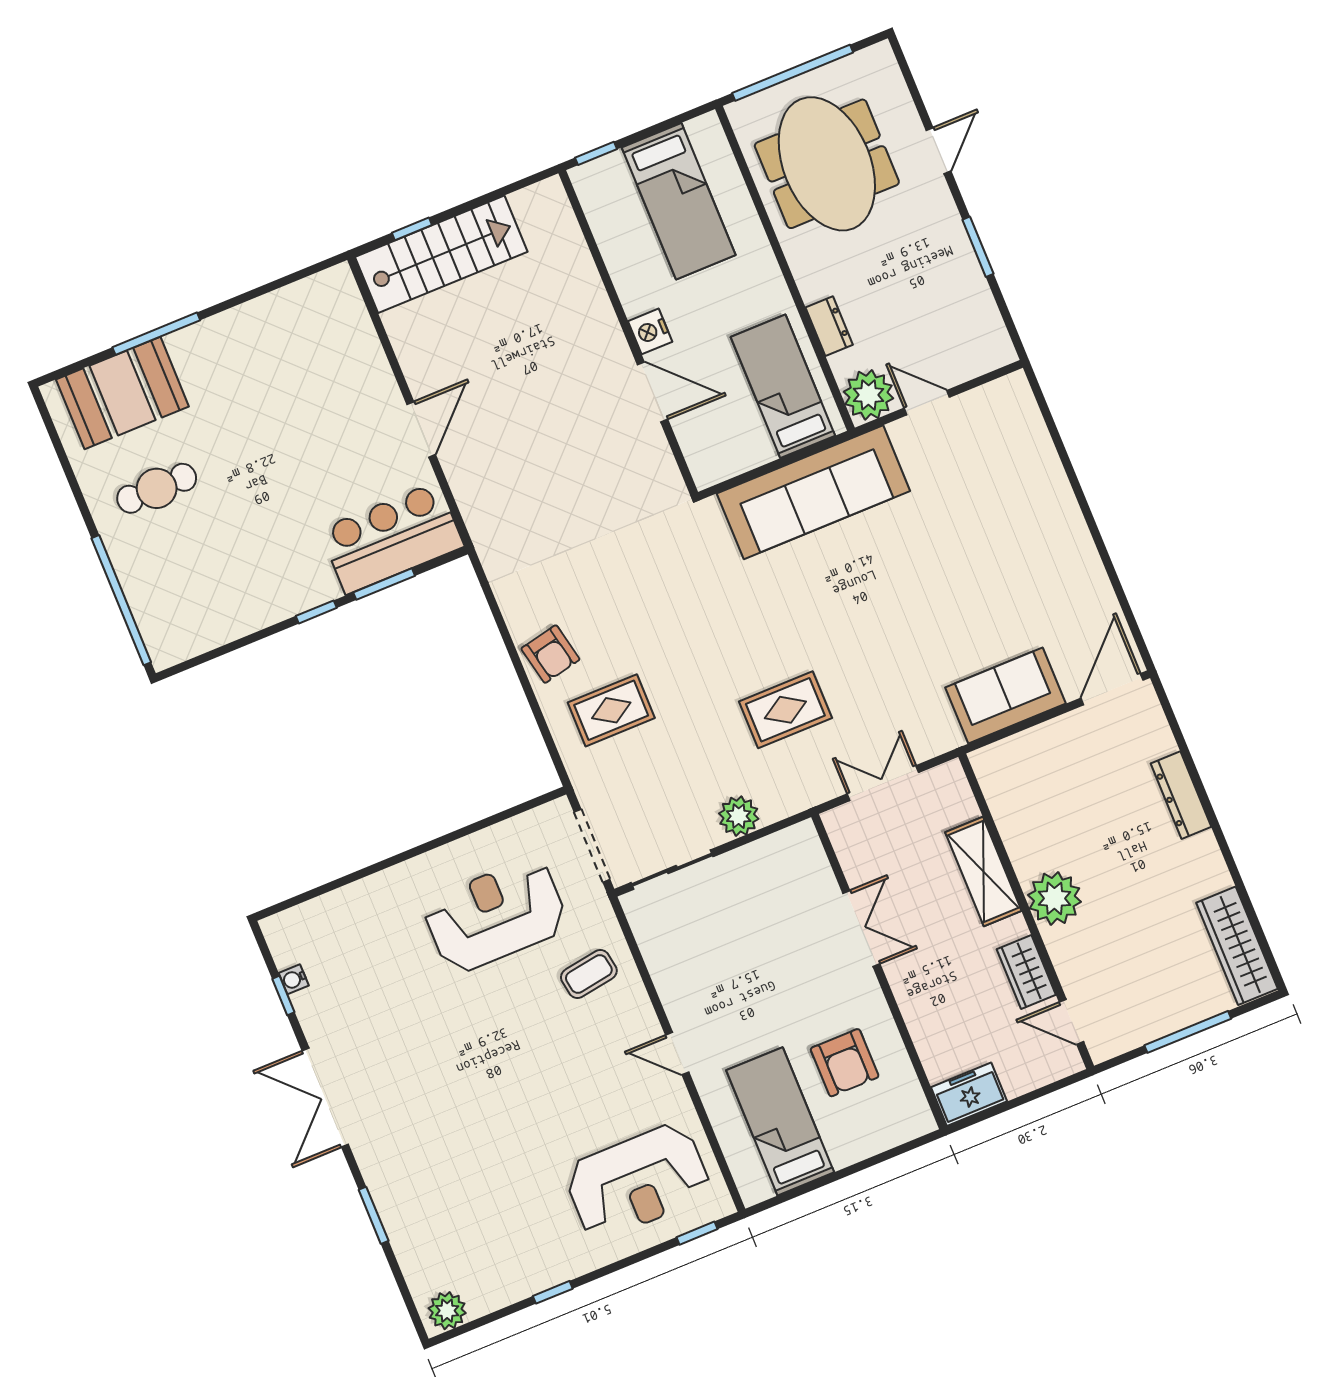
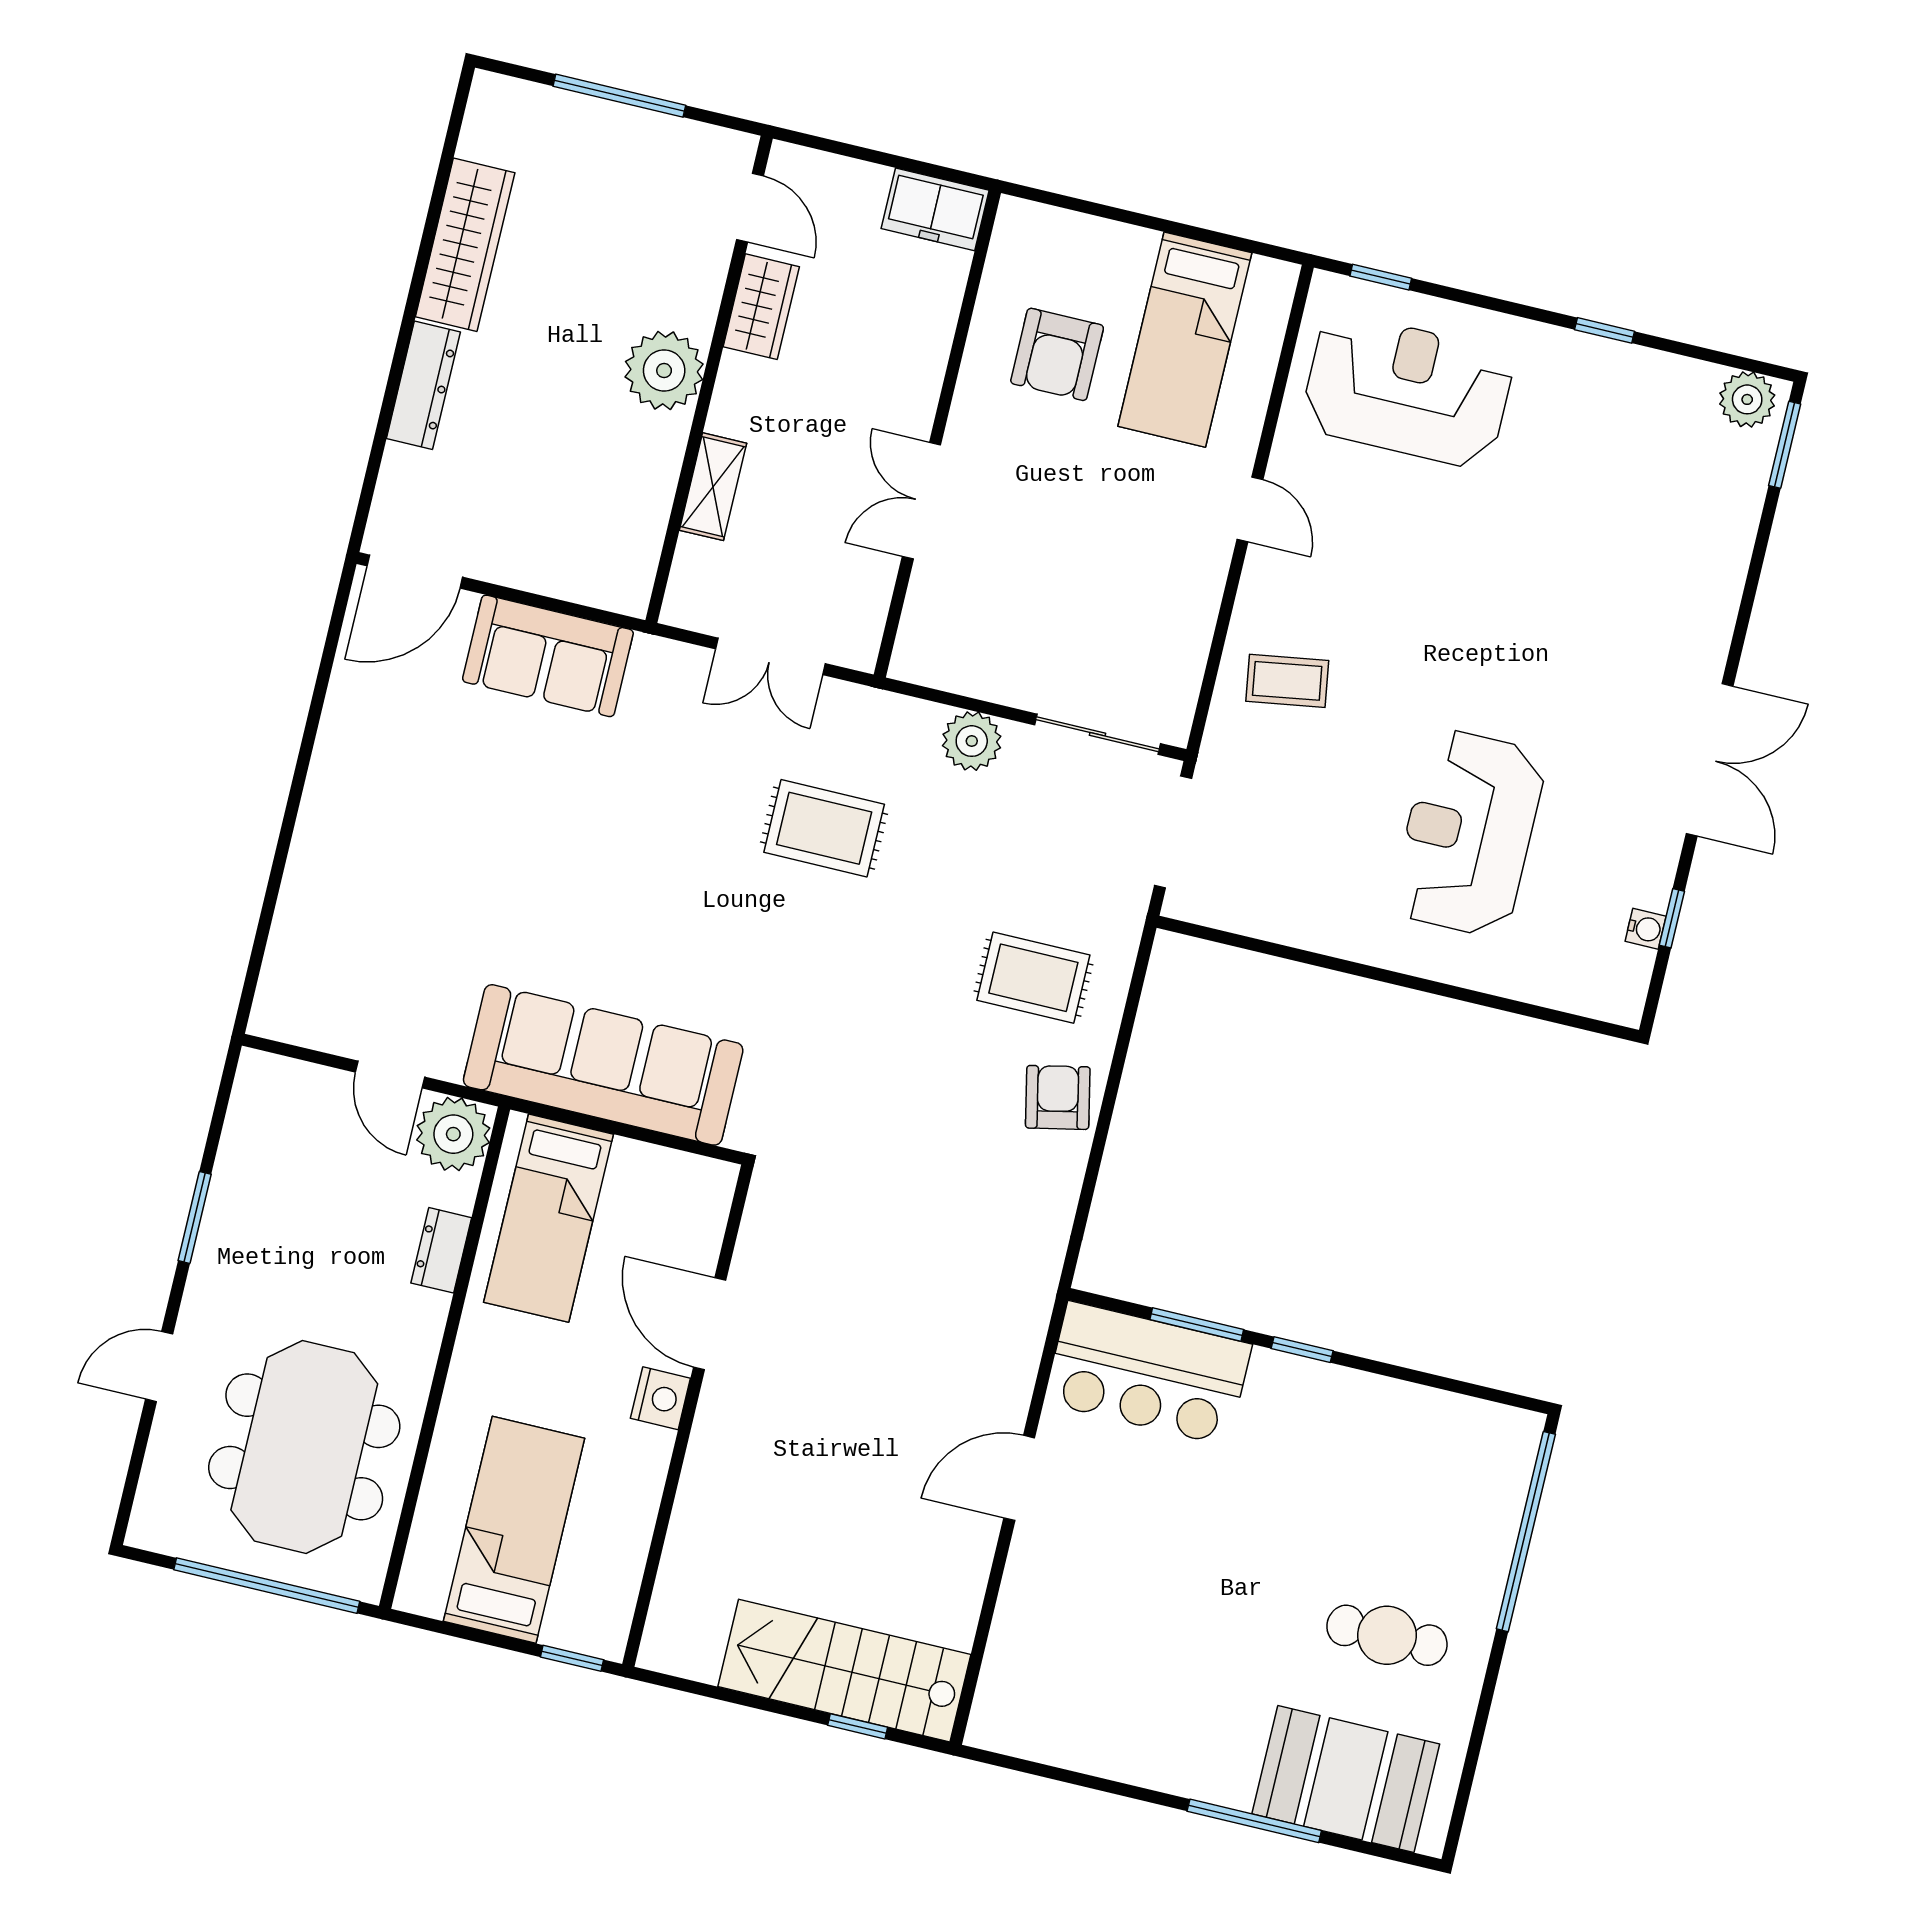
shelving: (983, 871) -> (713, 487), width x0.67, depth x0.75
reception desk: (495, 915) -> (1469, 833), moved, turned 90
wardrobe: (1237, 946) -> (465, 245), moved
armchair: (845, 1063) -> (1057, 354), turned 180
window: (374, 1215) -> (1785, 445), moved

